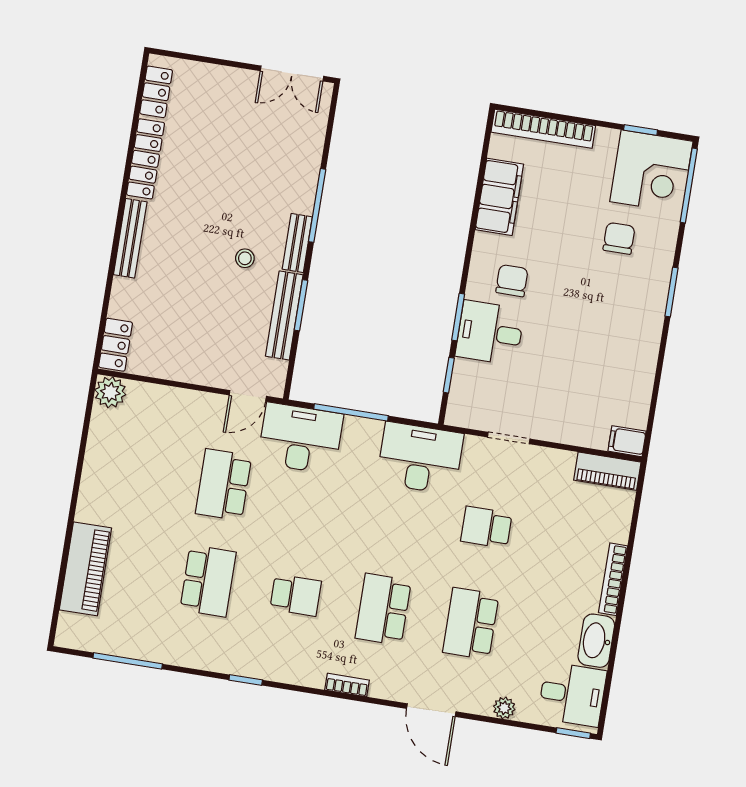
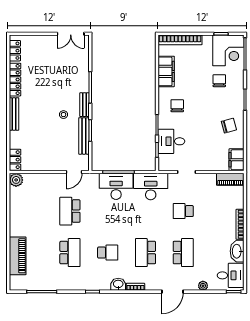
desk: (490, 333) -> (171, 141), moved
chair: (624, 346) -> (229, 126), added
desk: (300, 438) -> (116, 186), moved
filing cabinet: (627, 441) -> (236, 160), width x2.00
school desk: (471, 624) -> (183, 253), turned 180
washbasin: (308, 673) -> (118, 284), added
door: (431, 710) -> (173, 292), hinge flipped

